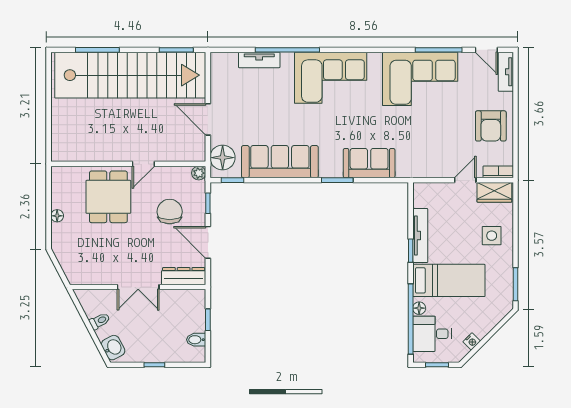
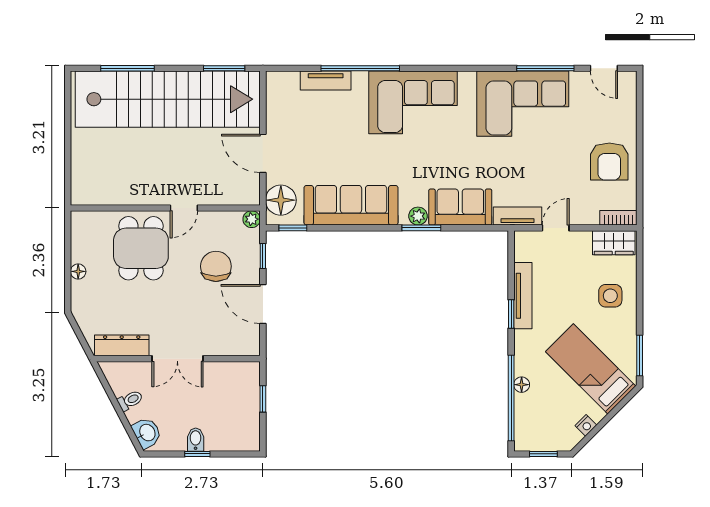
tv unit: (506, 72) -> (518, 216), moved, turned 90
plant: (335, 171) -> (418, 216), added
door: (465, 180) -> (556, 228), moved
dresser: (184, 276) -> (122, 345), moved
bed: (449, 280) -> (591, 369), moved, turned -135
desk: (432, 334) -> (537, 416), removed
bidet: (196, 340) -> (196, 440), moved, turned 90

